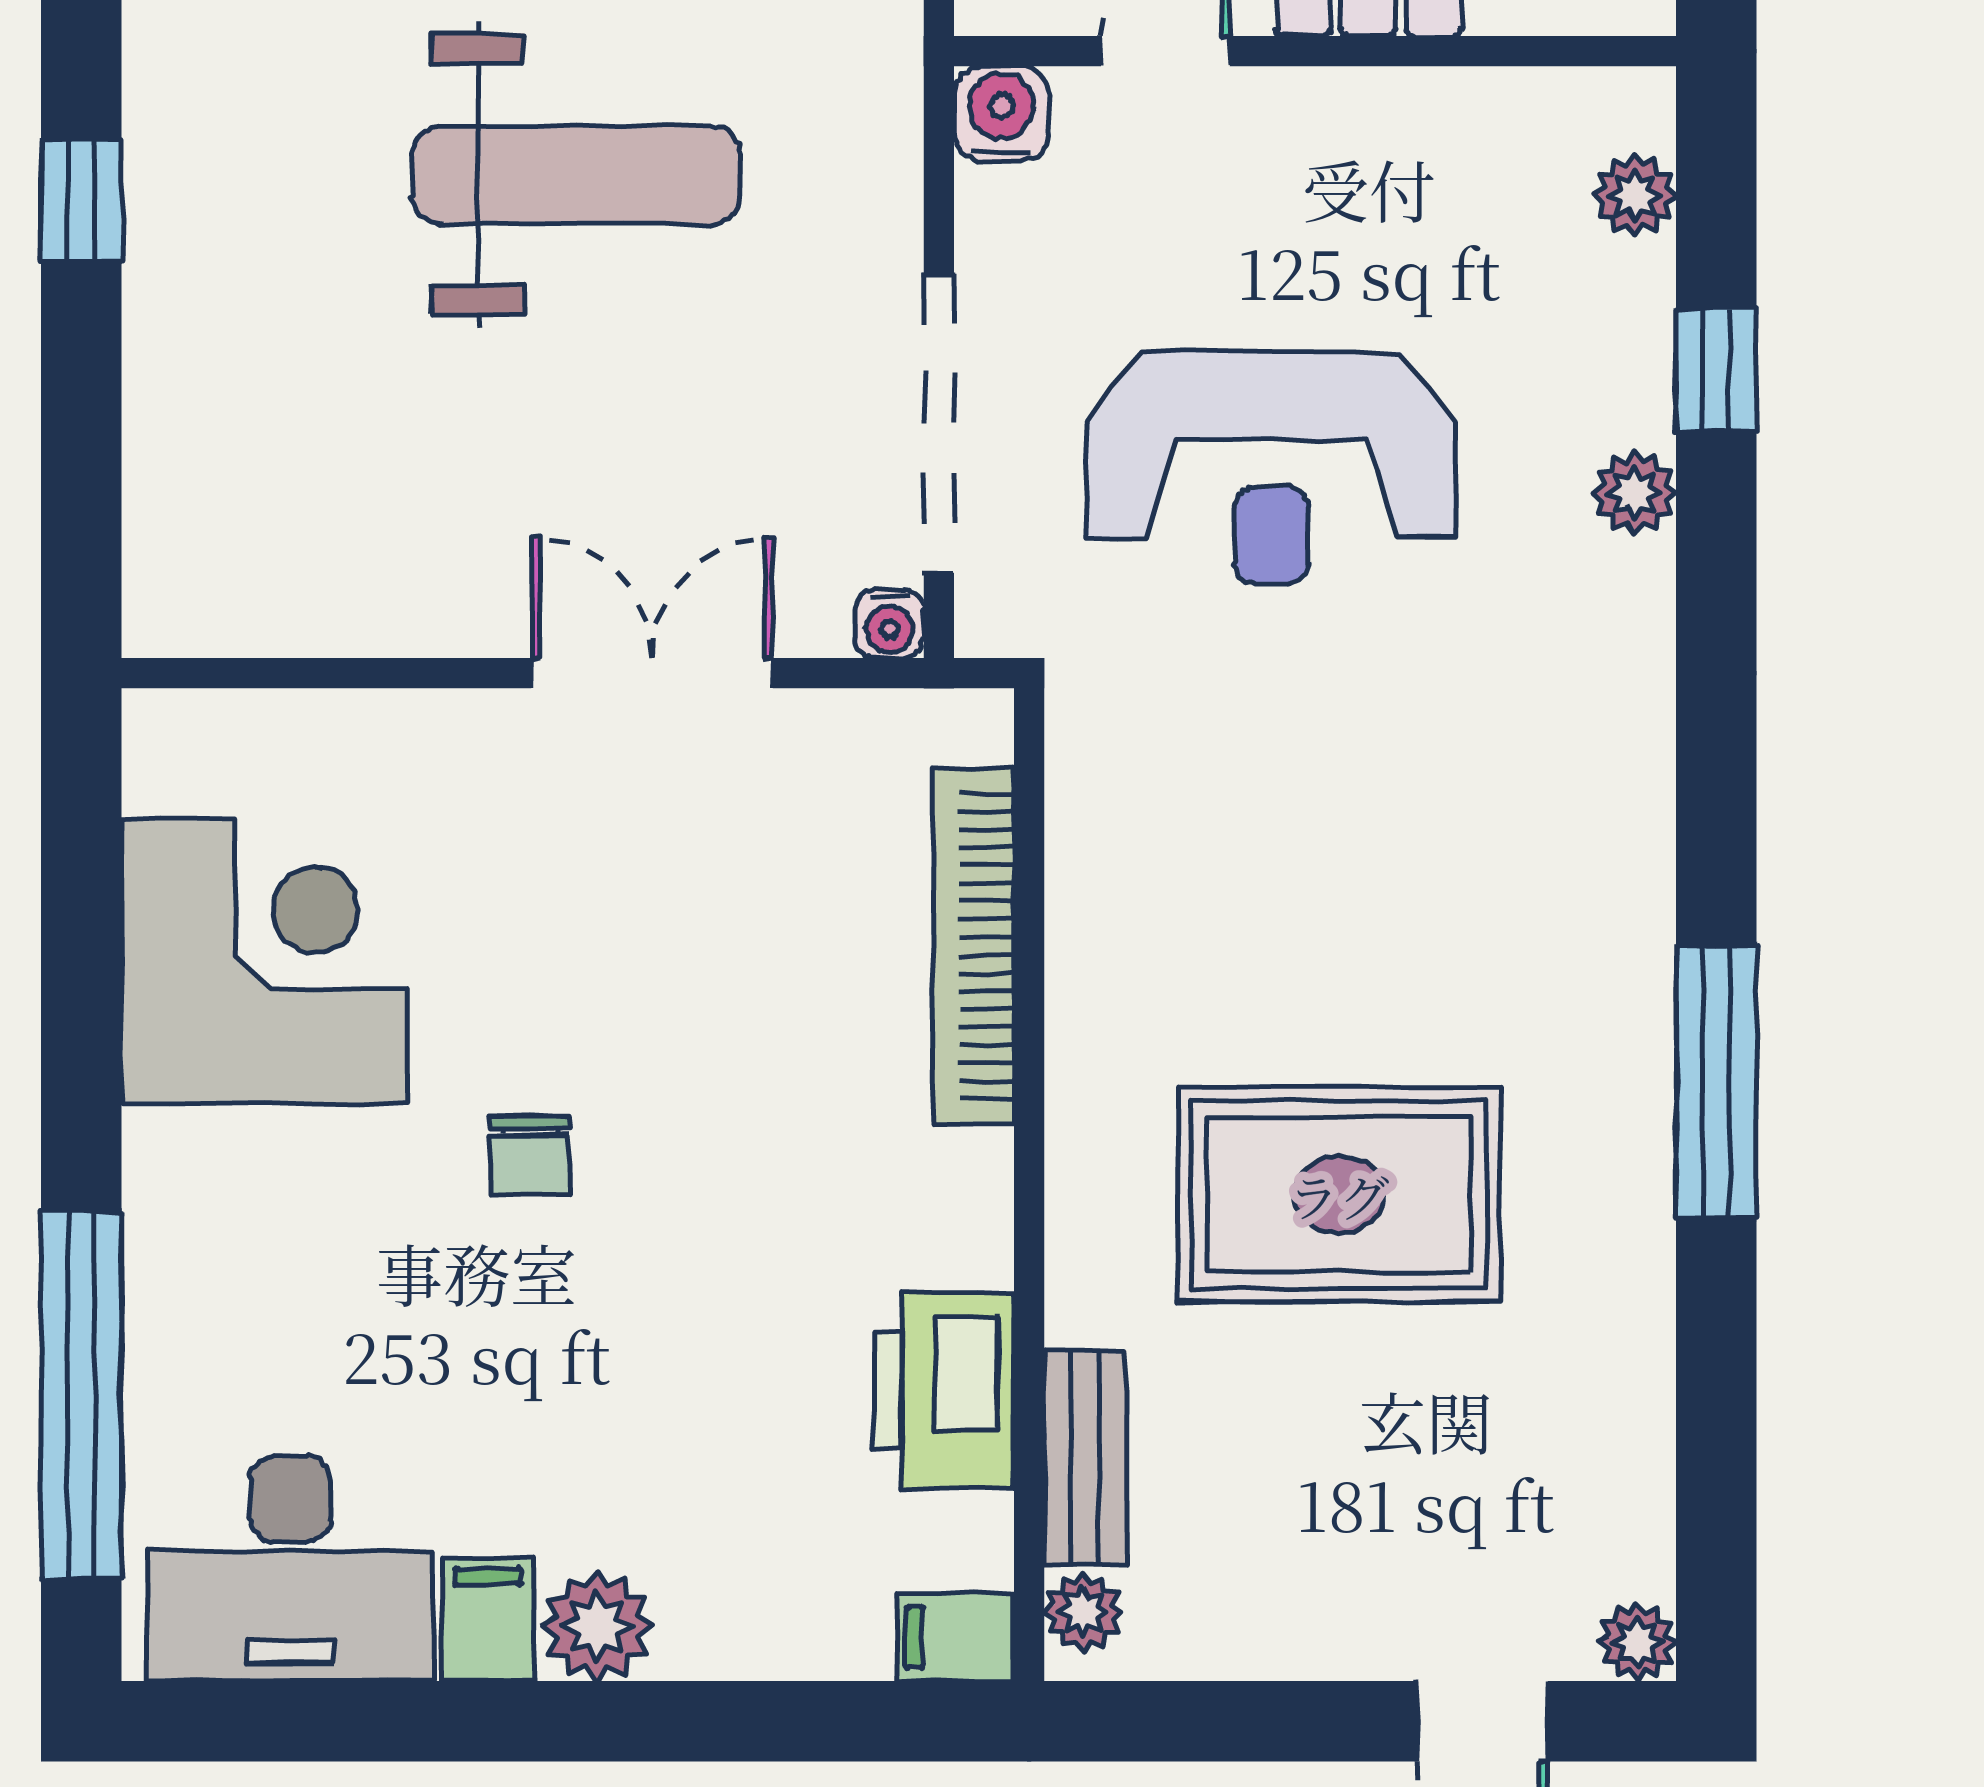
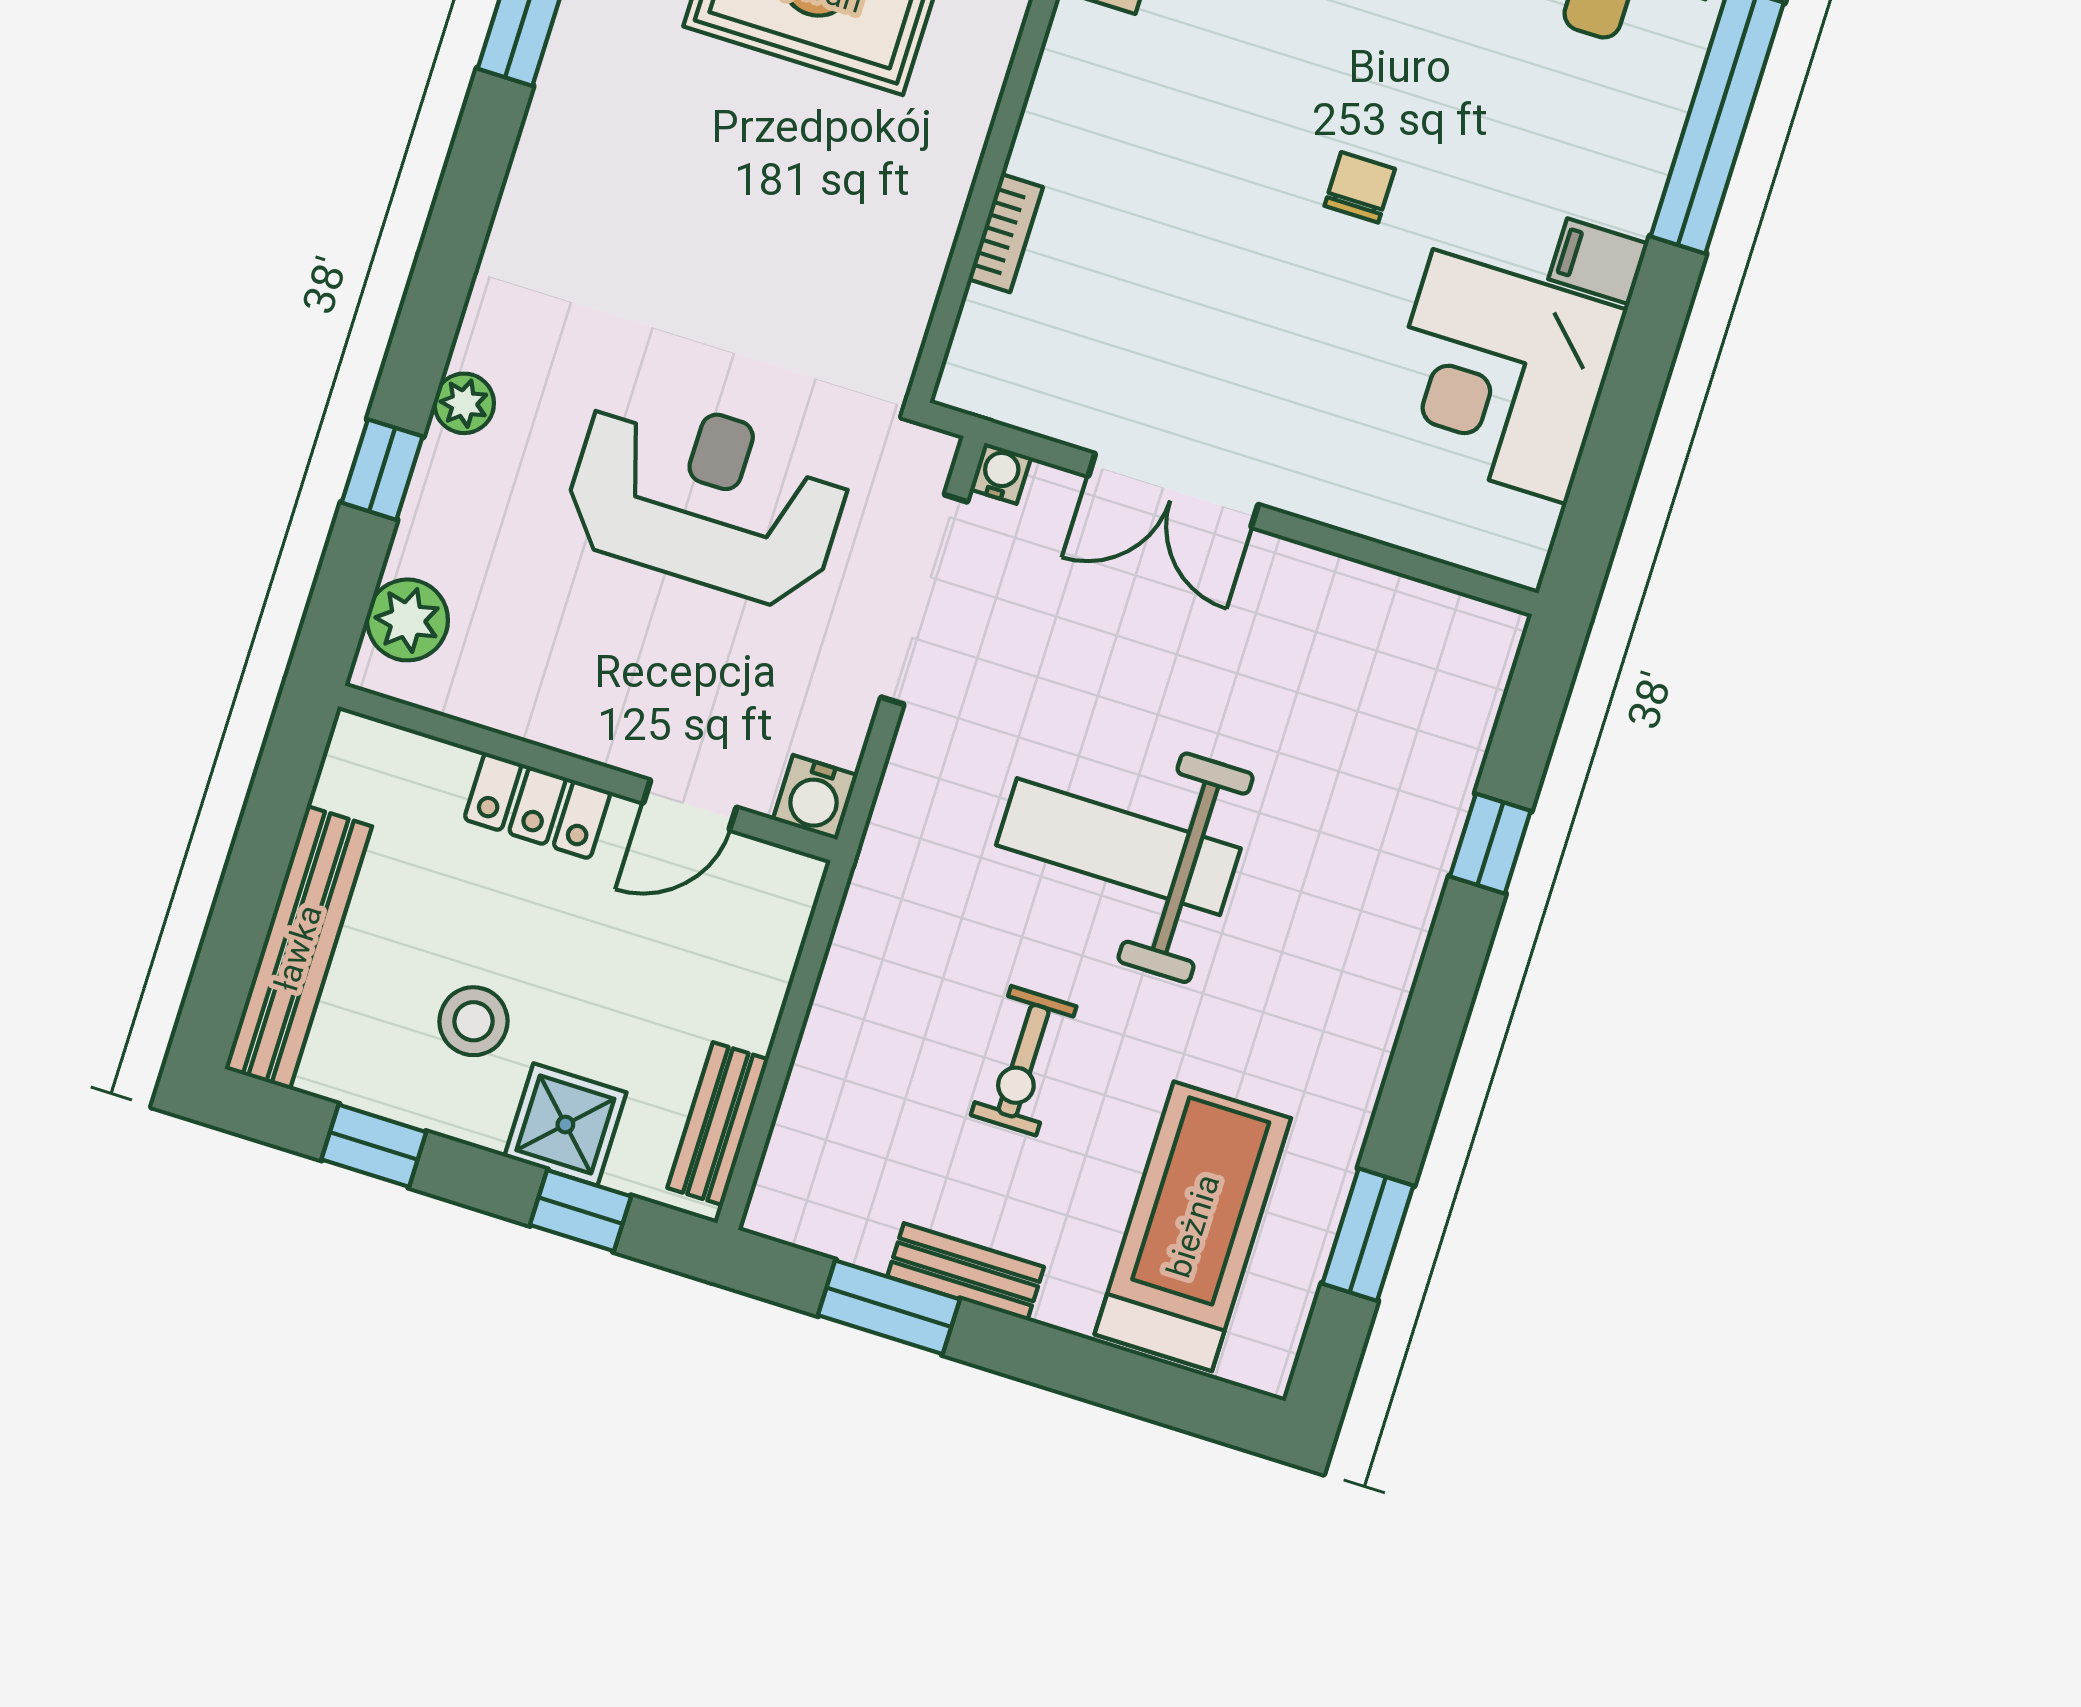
plant: (1635, 195) -> (407, 620), width x1.38, depth x1.38
window: (81, 200) -> (1490, 844), moved
bookcase: (974, 946) -> (1006, 233), width x0.43, depth x0.76
filing cabinet: (181, 1156) -> (1598, 261), added

